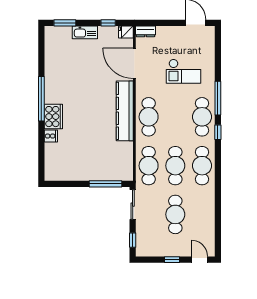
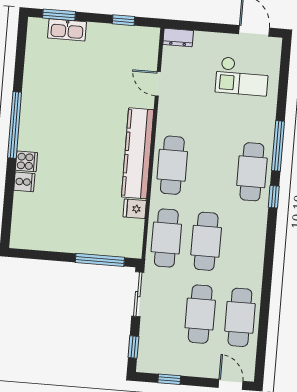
kitchen sink: (85, 32) -> (67, 30), moved
fridge: (126, 32) -> (135, 209), moved
door: (134, 63) -> (158, 84), width x0.53
checkout: (183, 71) -> (242, 76), moved
cooker: (53, 117) -> (26, 161), width x0.53, depth x0.76
cafe table: (202, 166) -> (240, 317), moved
window: (172, 260) -> (169, 379), moved

